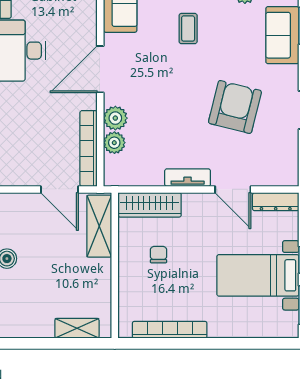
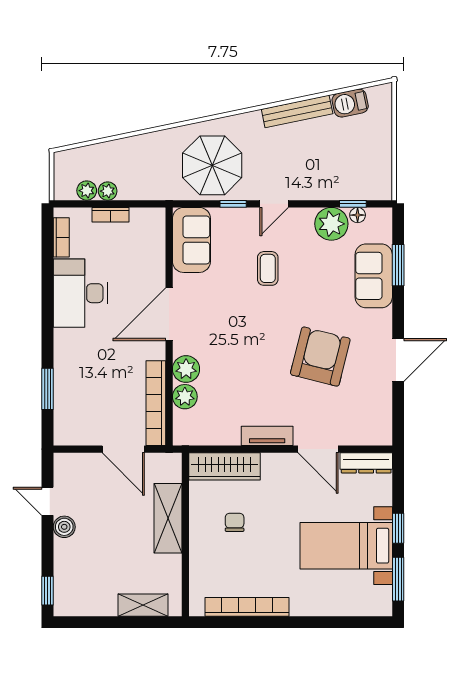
shelving: (99, 226) -> (168, 518), moved

